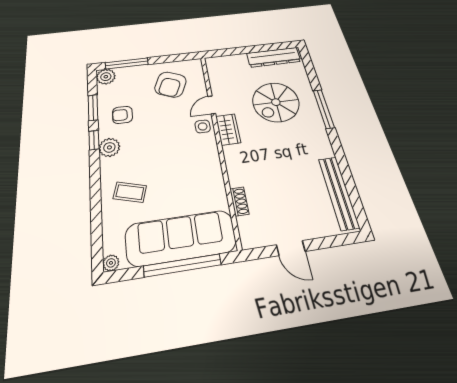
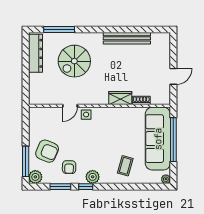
armchair: (170, 85) -> (47, 151), moved
spiral stairs: (276, 102) -> (74, 61), turned 90
door: (212, 105) -> (70, 106), hinge flipped
window: (324, 109) -> (59, 30), moved
wardrobe: (228, 129) -> (120, 98), moved
bench: (338, 193) -> (127, 38), moved

